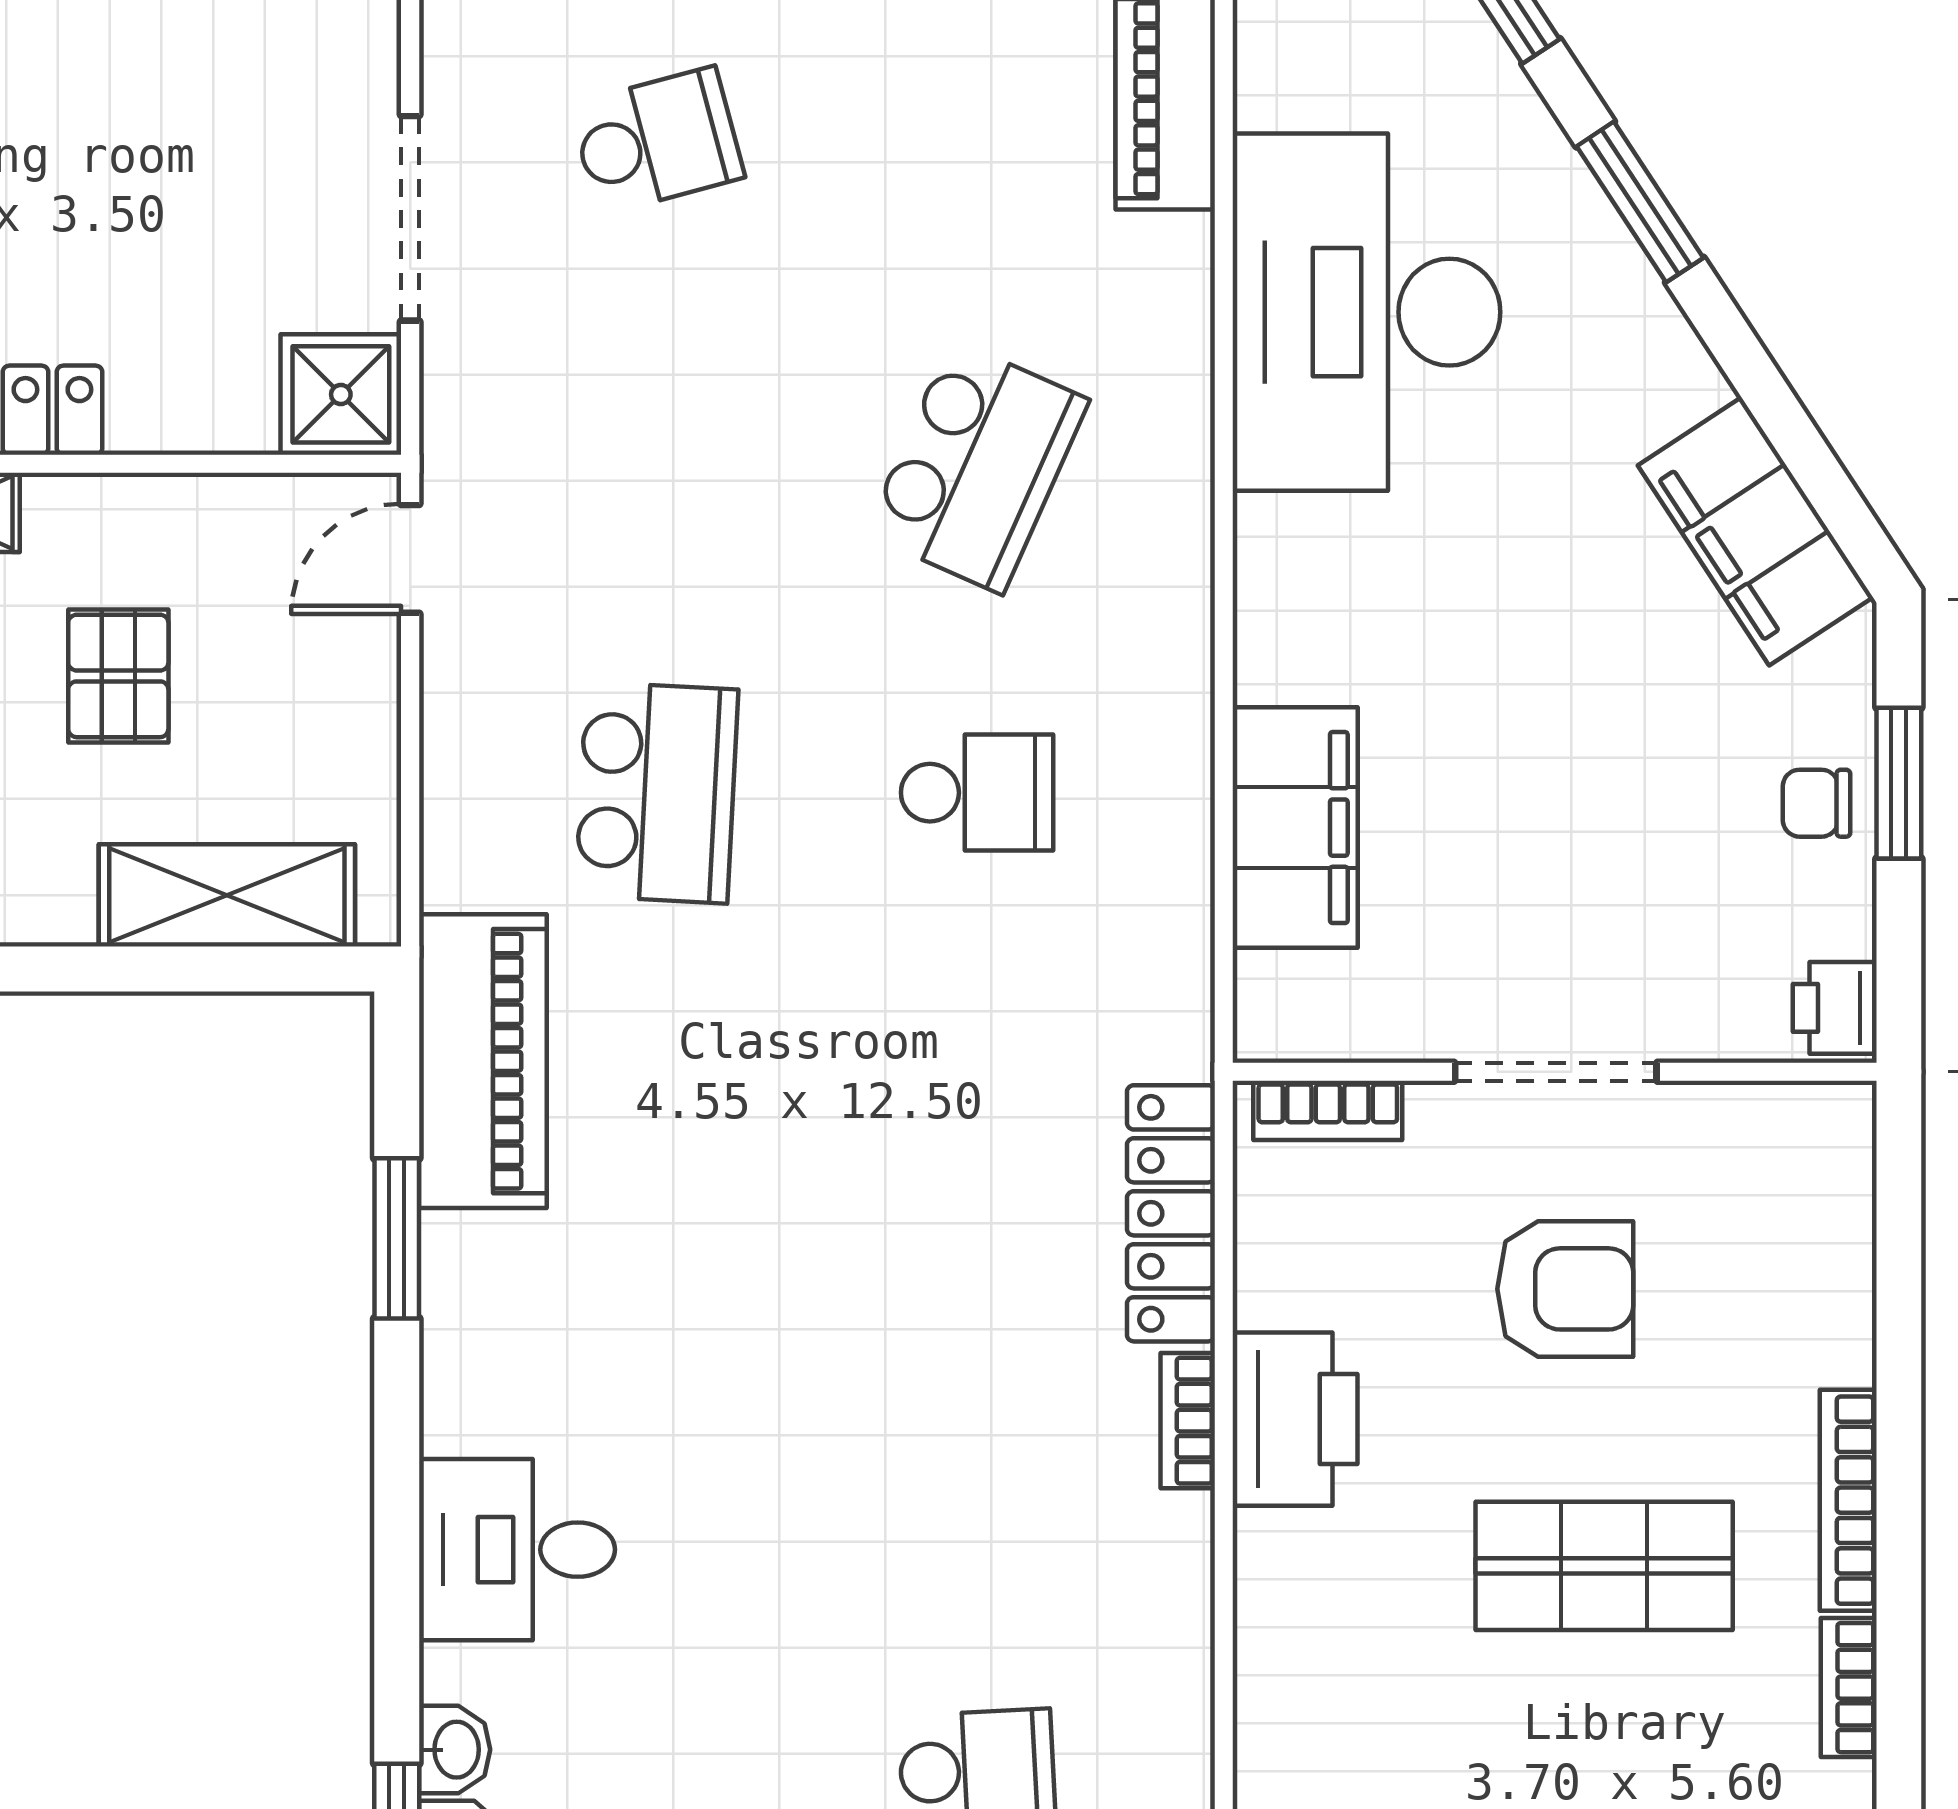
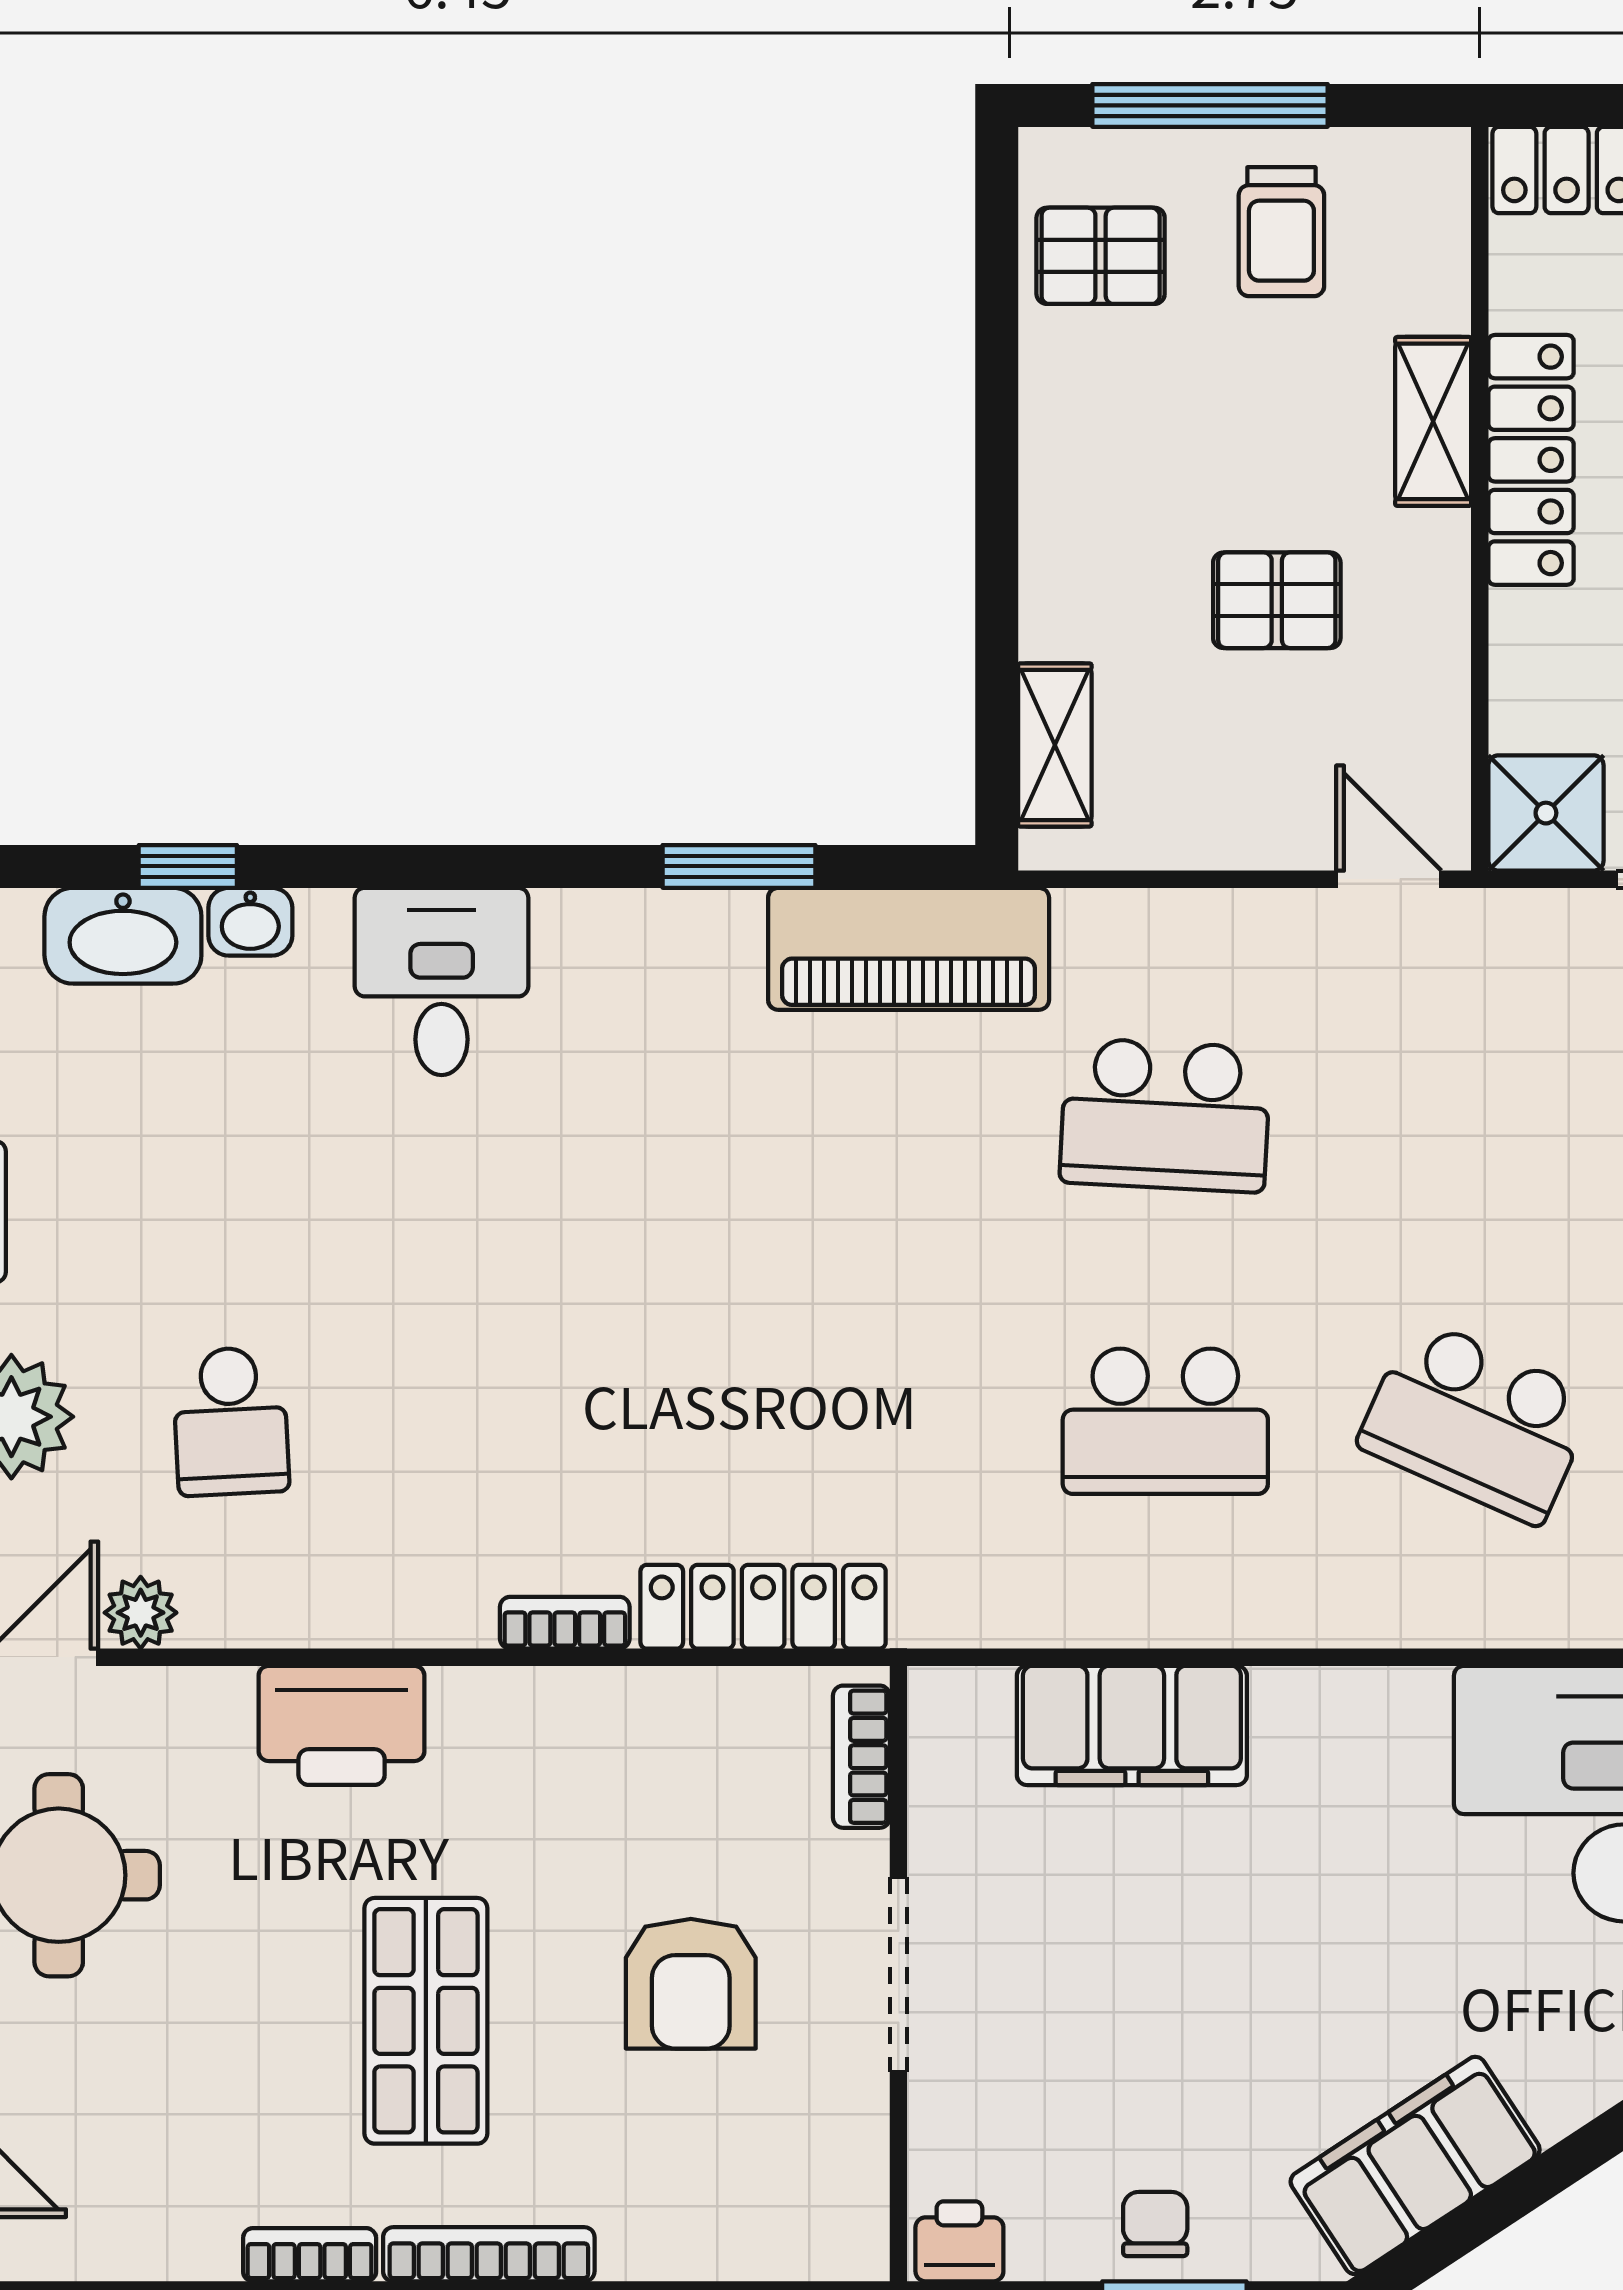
school desk: (977, 793) -> (1165, 1421), width x1.85
shelving: (227, 895) -> (1055, 745), width x0.67, depth x0.75
printer: (1295, 1419) -> (342, 1725), moved

